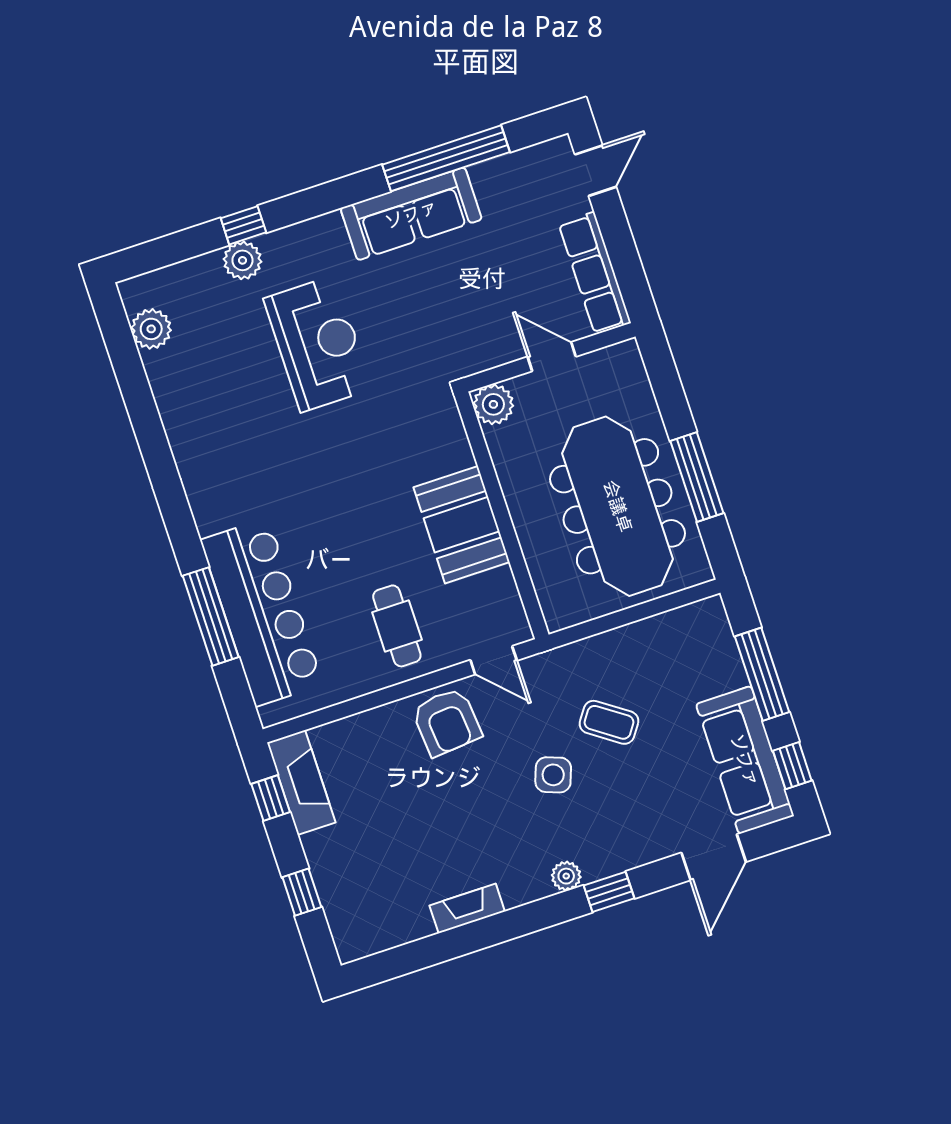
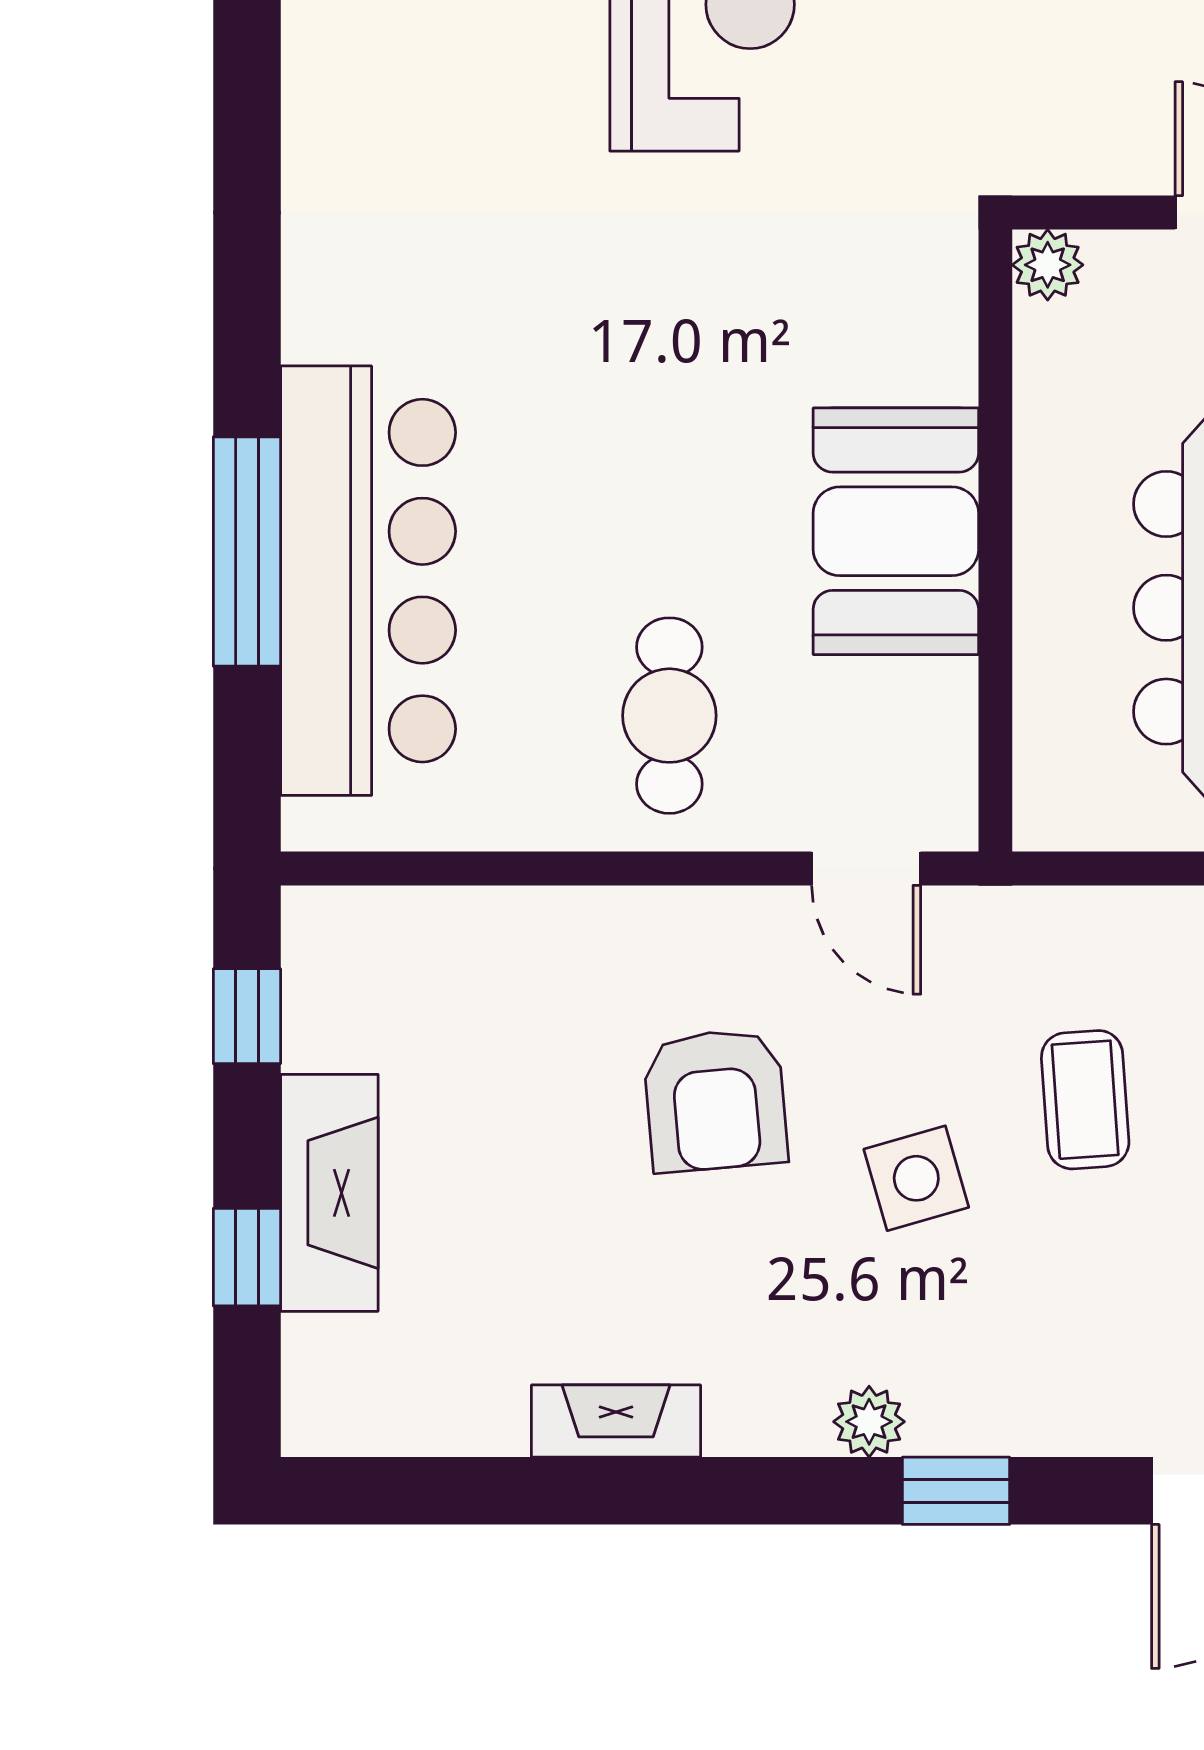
plant: (493, 404) -> (1048, 265), width x0.73, depth x0.73
armchair: (447, 722) -> (715, 1100), moved
coffee table: (609, 722) -> (1085, 1100), turned 51
side table: (553, 775) -> (916, 1178), turned -36
fireplace: (301, 783) -> (329, 1193), moved

